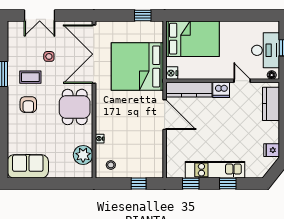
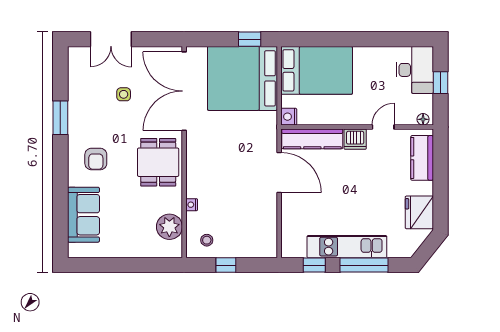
desk: (266, 50) -> (415, 70), moved
bed: (137, 66) -> (242, 78), moved
coffee table: (30, 77) -> (99, 122), removed
door: (242, 81) -> (383, 127), hinge flipped
fridge: (272, 150) -> (419, 212), width x1.88, depth x1.34
sofa: (28, 166) -> (83, 215), moved, turned 90
window: (139, 183) -> (226, 265), moved
window: (228, 183) -> (364, 265), width x2.17

